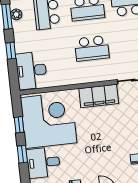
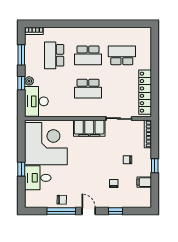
plant: (16, 14) -> (29, 81), moved
window: (19, 125) -> (21, 145), removed

